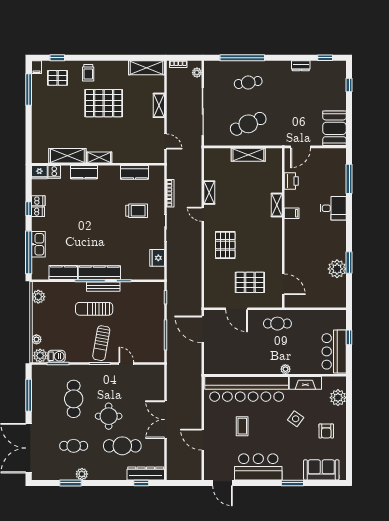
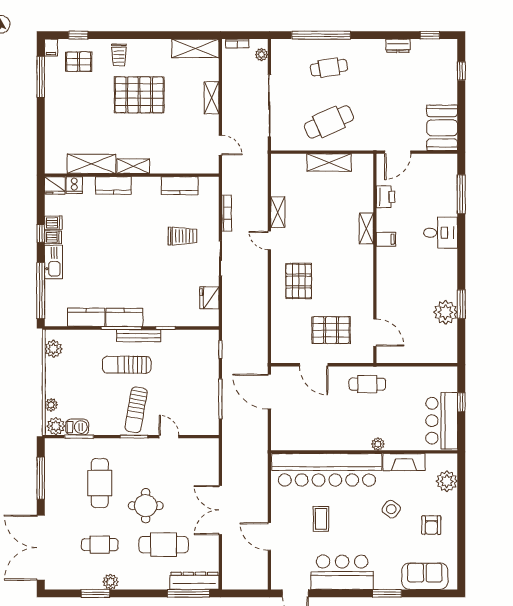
kitchen sink: (38, 244) -> (53, 262), moved
kitchen counter: (99, 273) -> (124, 317), width x0.67
window: (141, 483) -> (188, 593), width x2.17

